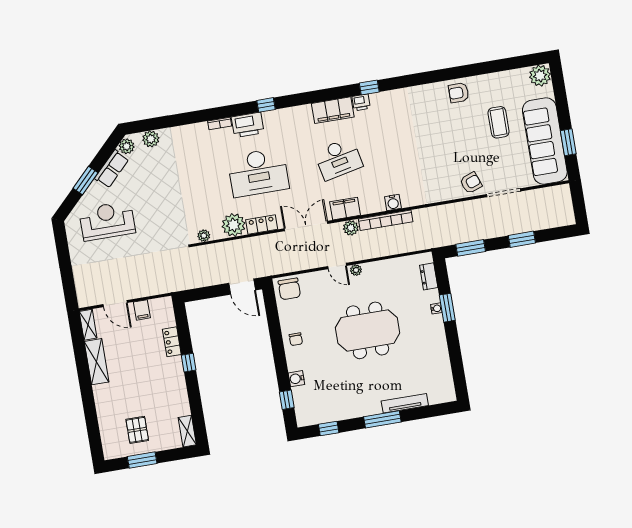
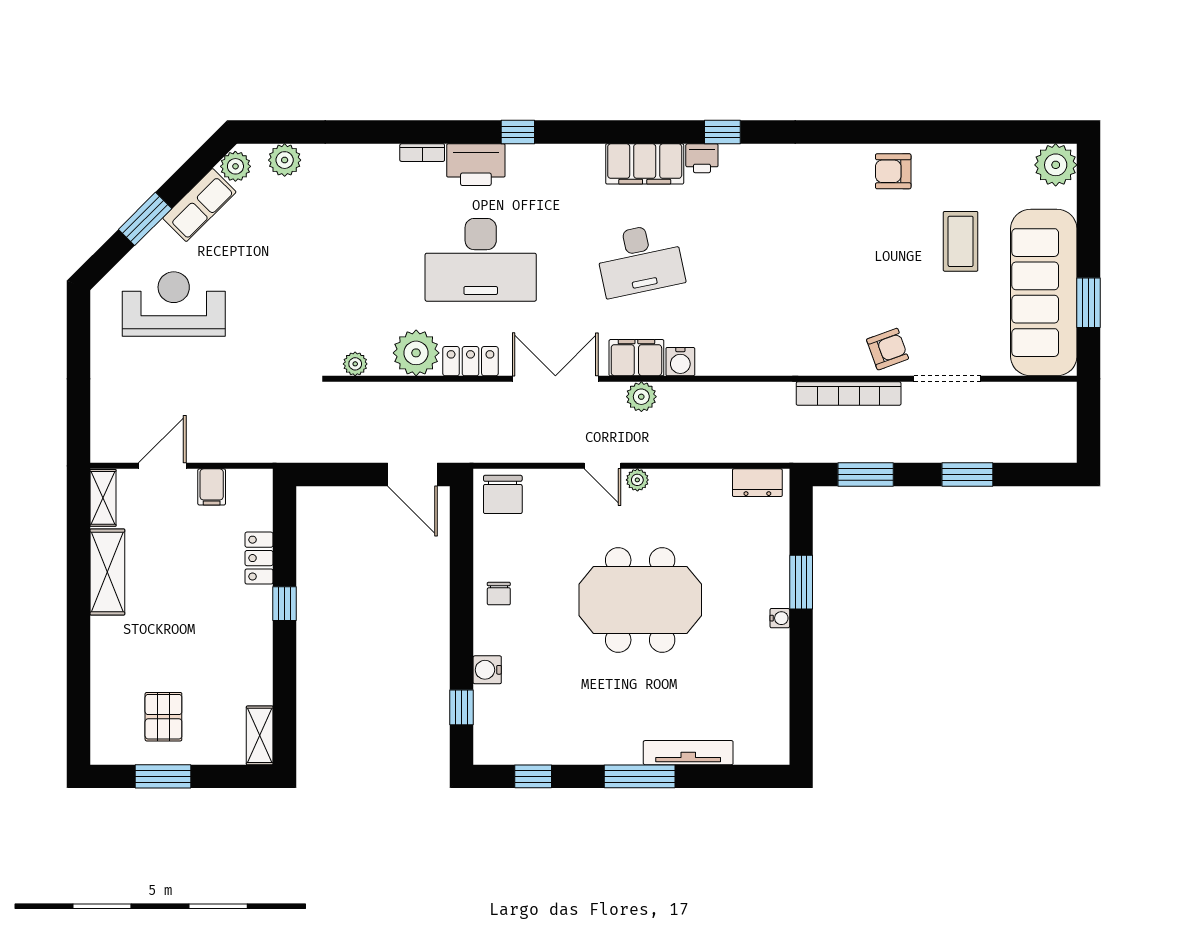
water cooler: (393, 202) -> (680, 362), moved
bookcase: (386, 220) -> (849, 394), moved
dresser: (429, 276) -> (757, 483), moved, turned -90
door: (115, 304) -> (162, 466), swing flipped
water cooler: (436, 308) -> (780, 618), moved

